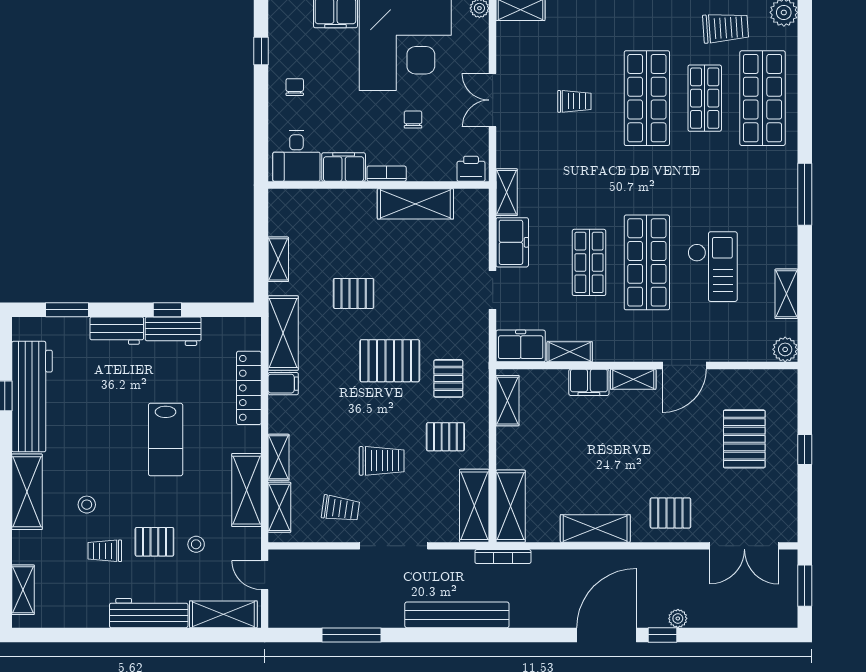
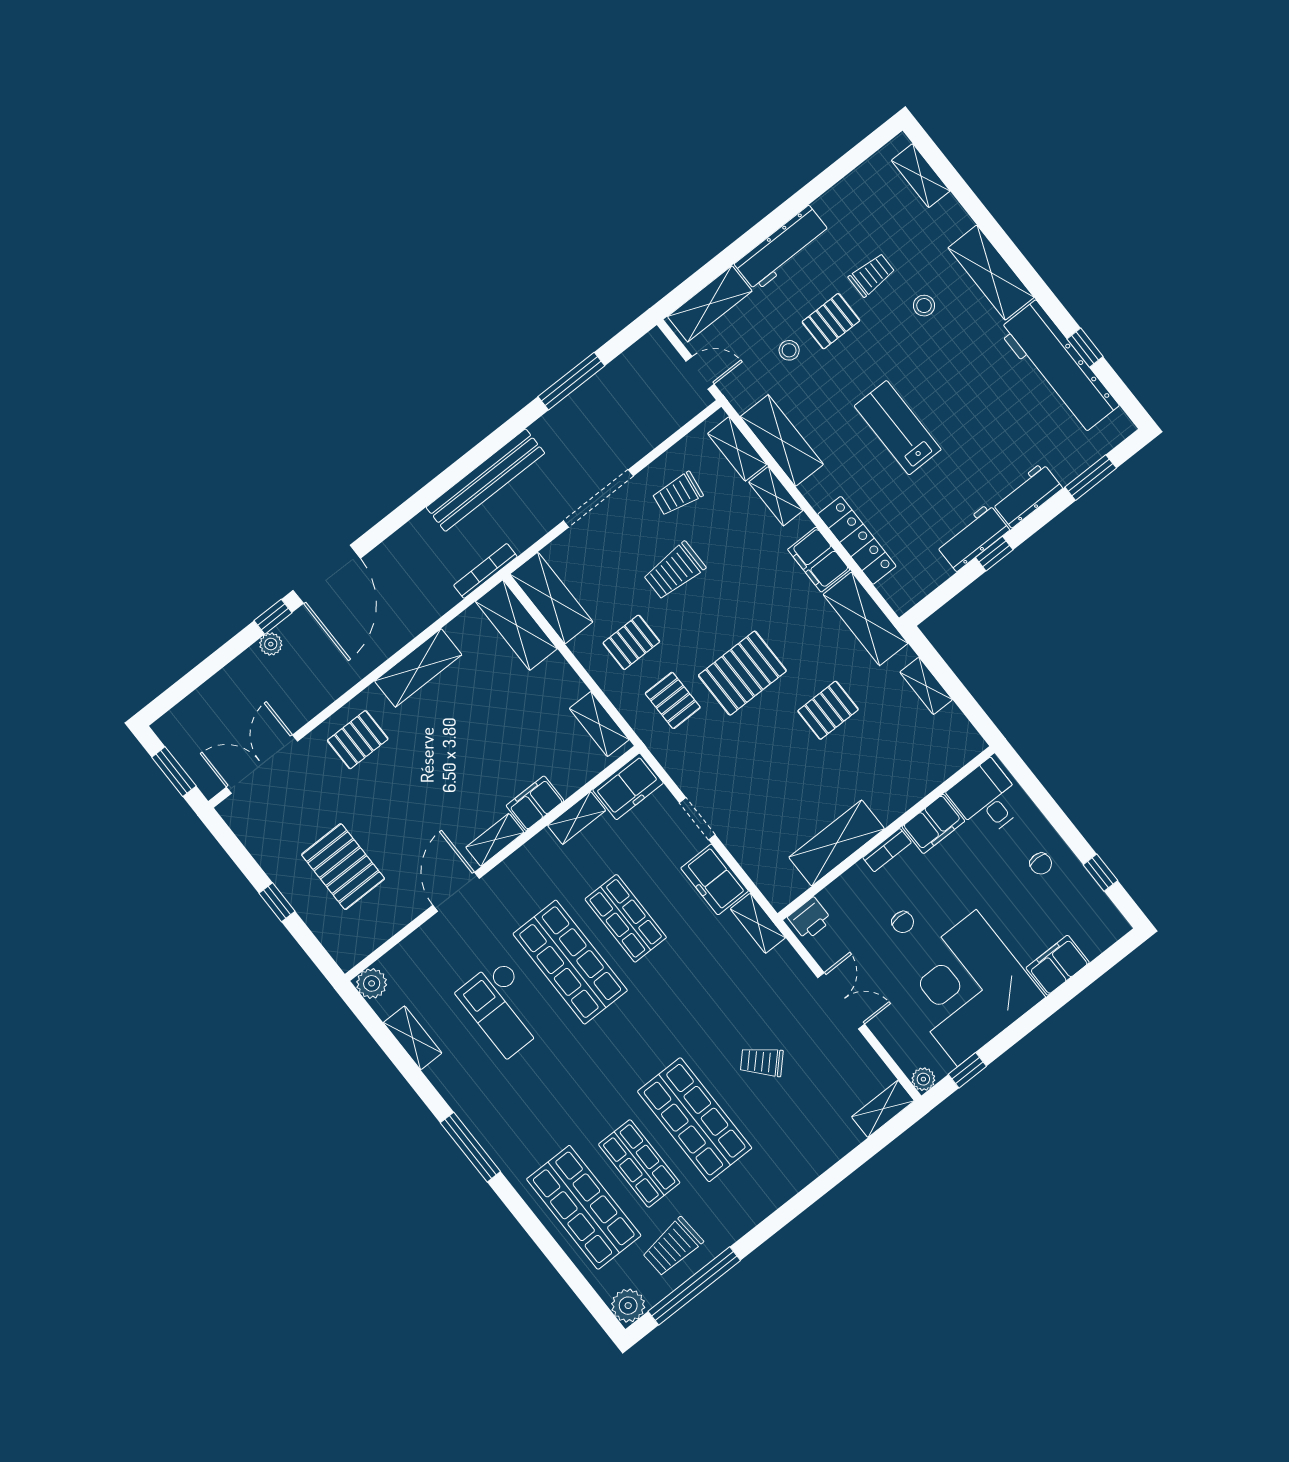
trolley: (574, 101) -> (762, 1062), turned 44
filing cabinet: (283, 384) -> (819, 560), width x2.00

